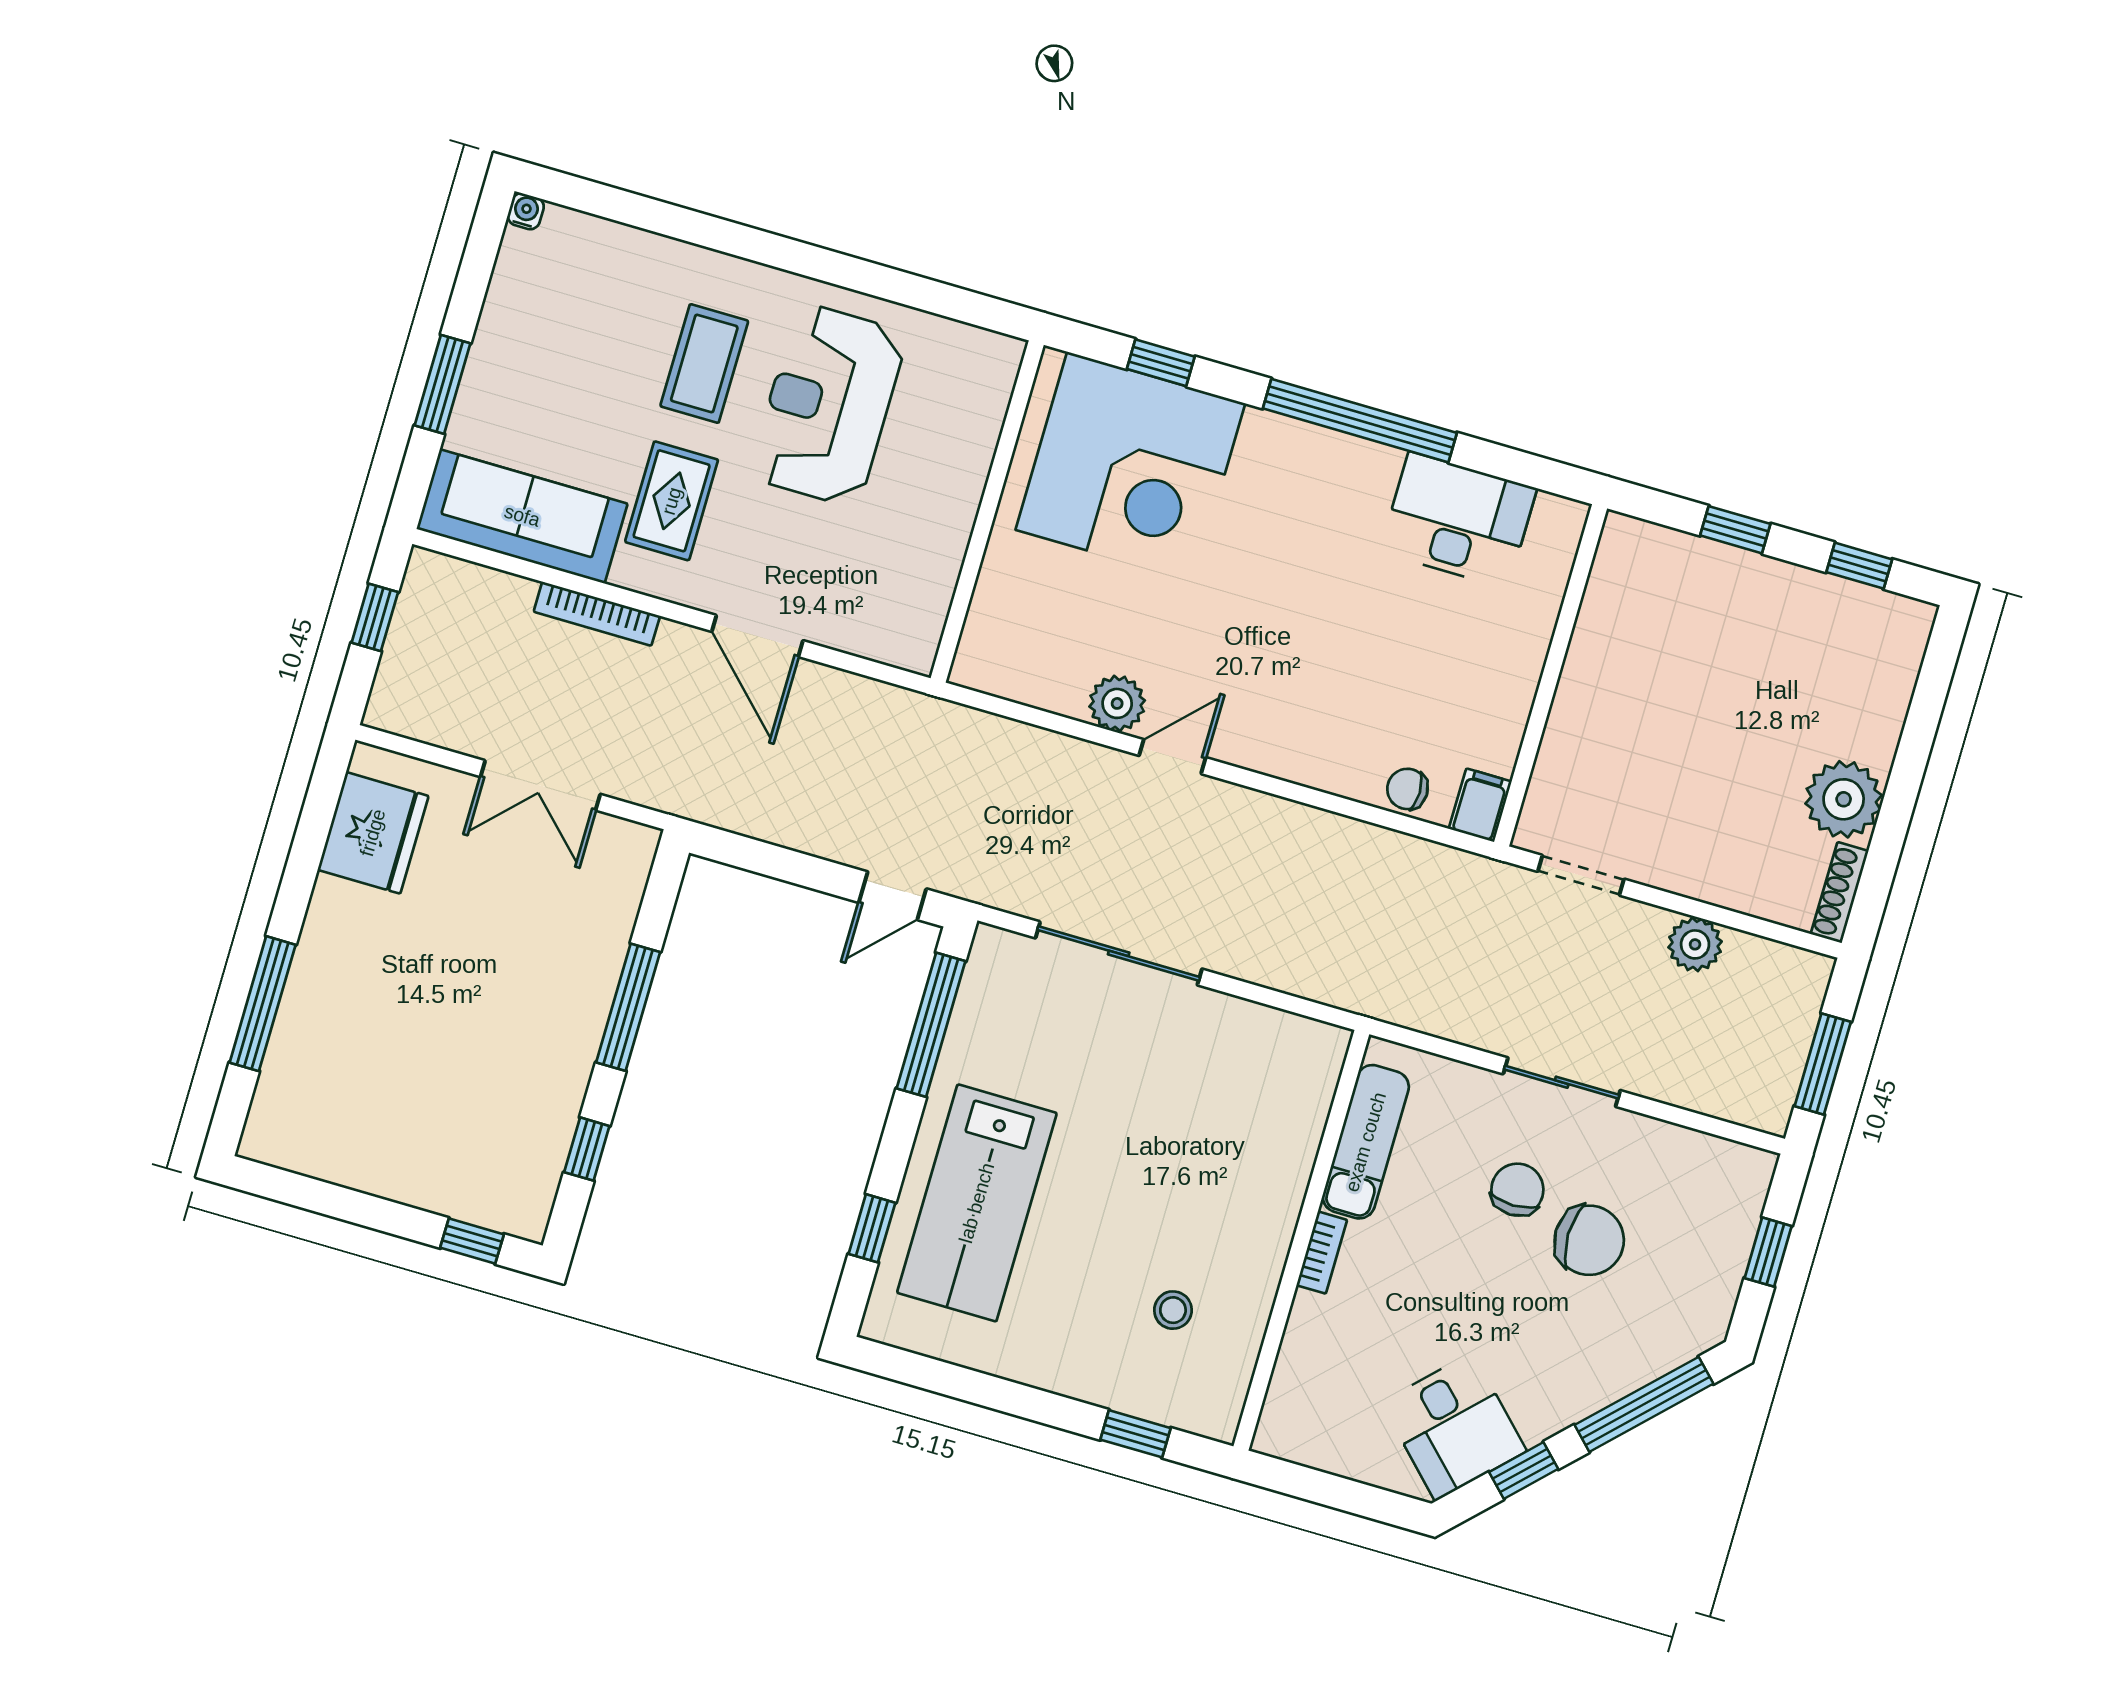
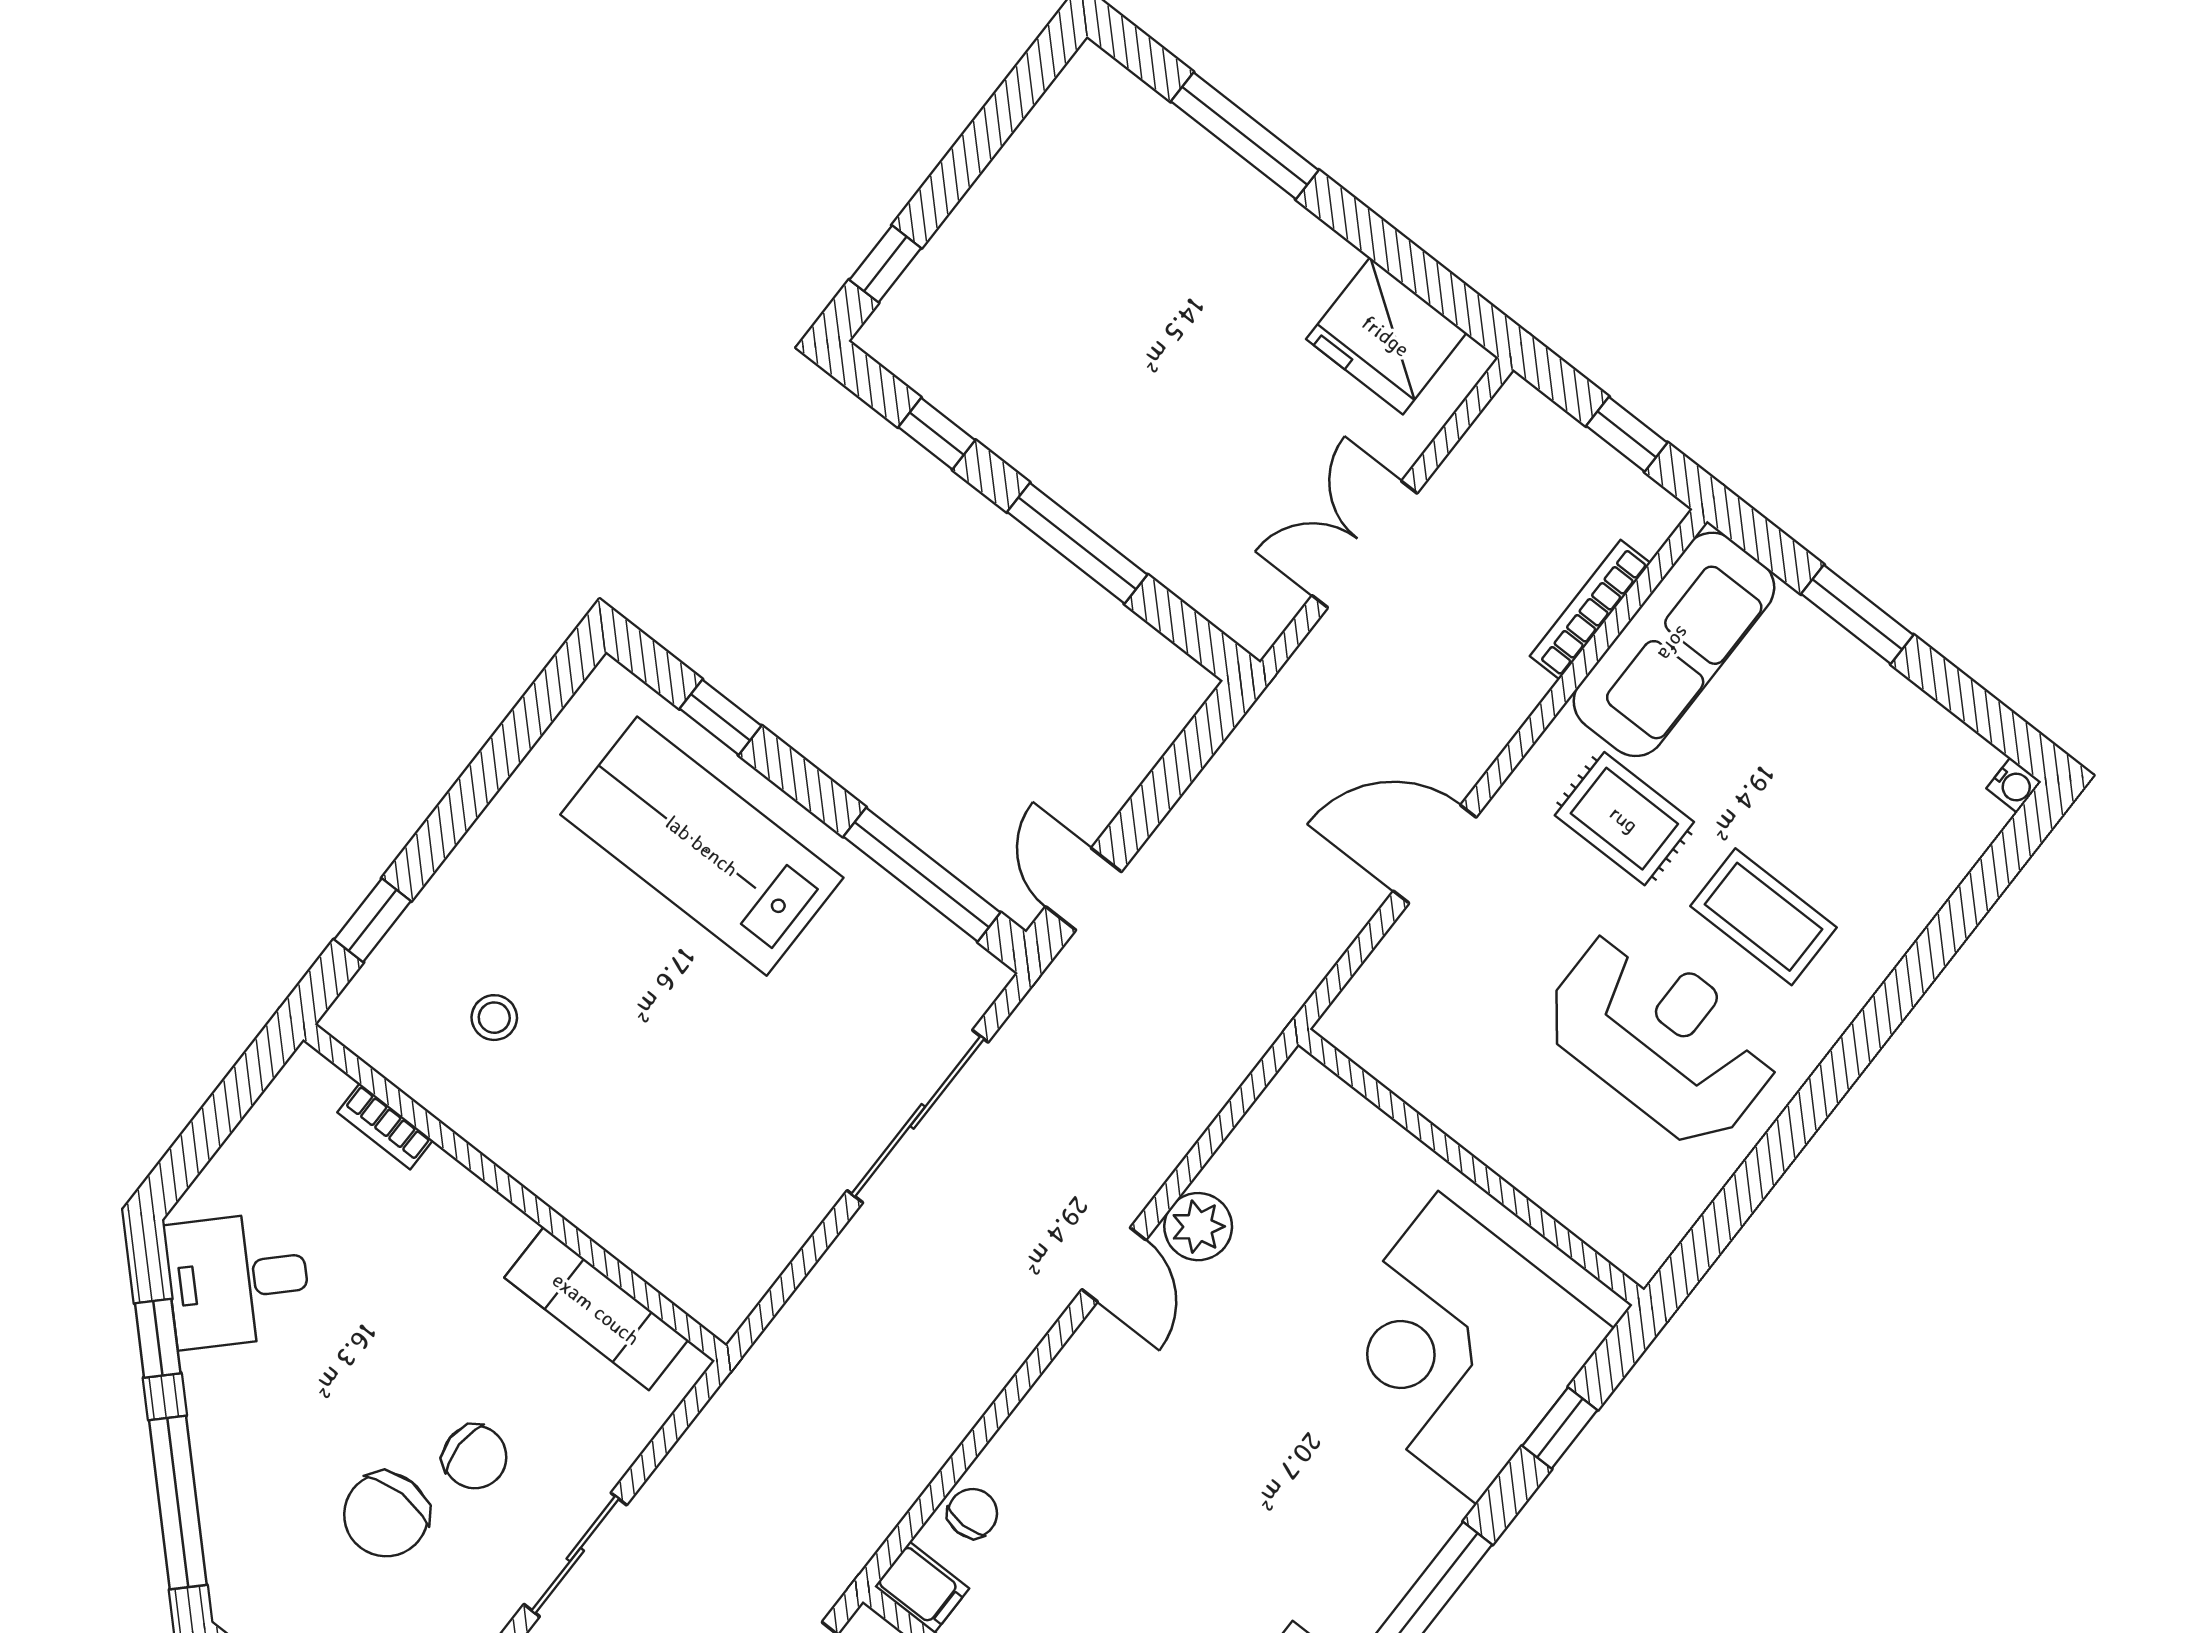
bookcase: (597, 614) -> (1590, 610), moved
bookcase: (1322, 1253) -> (385, 1126), moved

